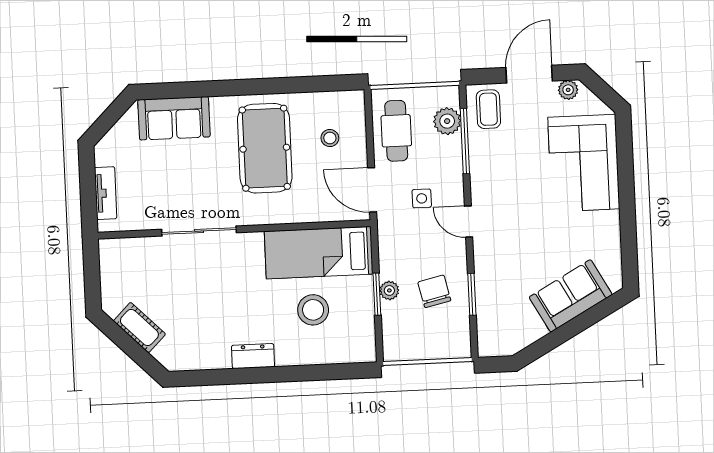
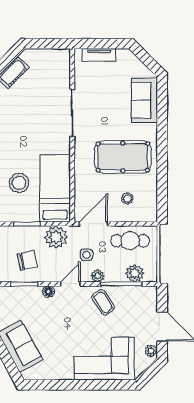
coffee table: (488, 109) -> (103, 302), moved, turned 57
plant: (454, 180) -> (97, 276), added
floor lamp: (482, 256) -> (49, 292), added
plant: (389, 290) -> (56, 237), moved, width x1.88, depth x1.88

